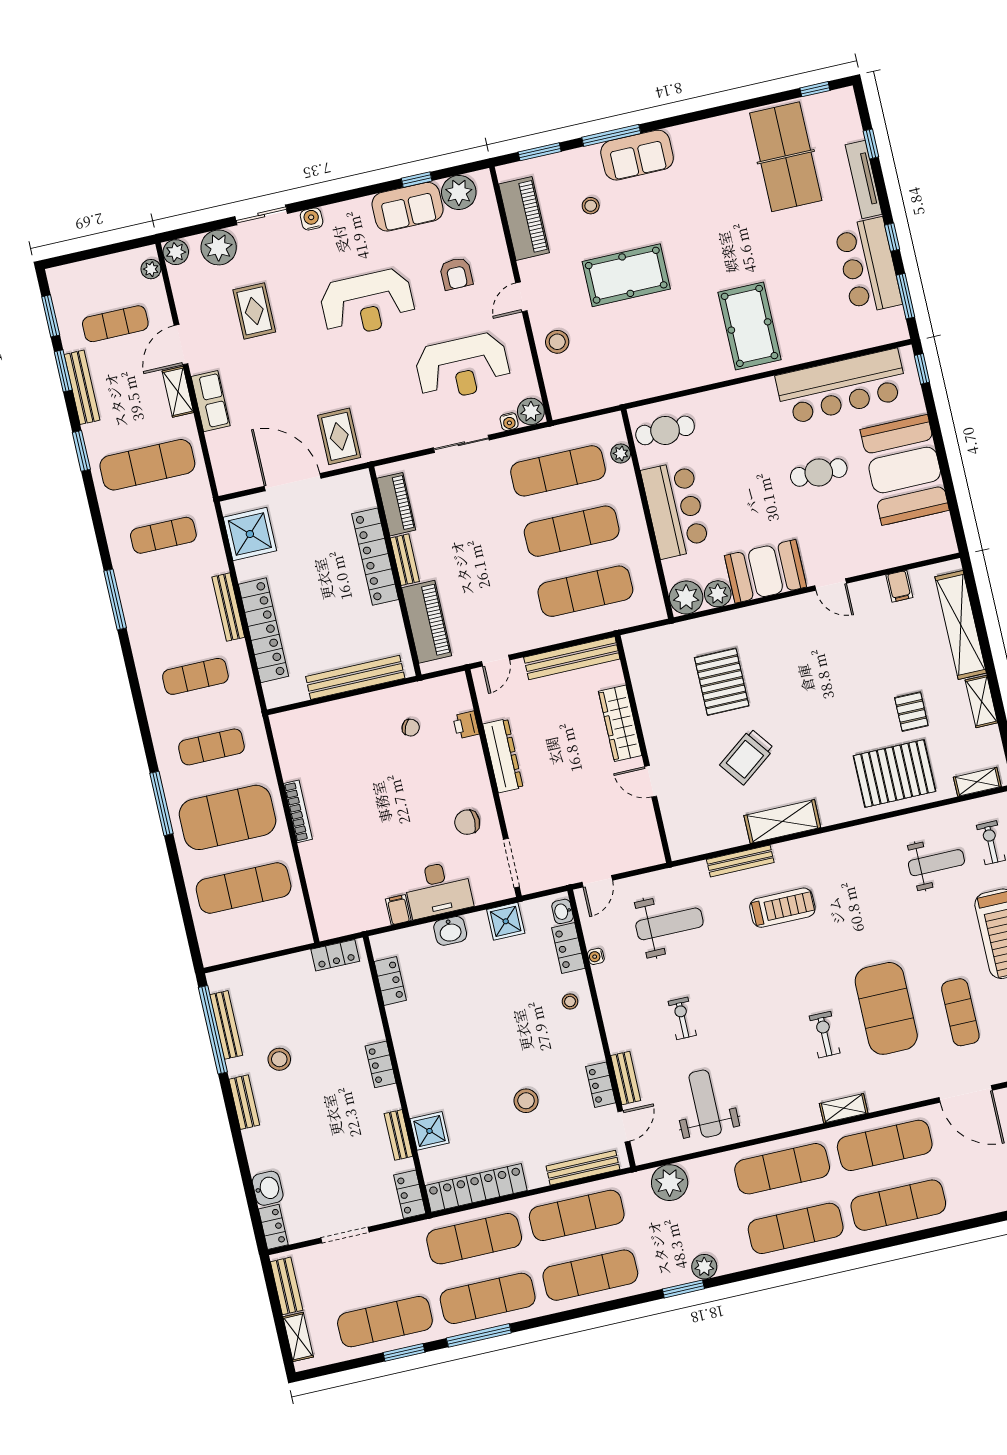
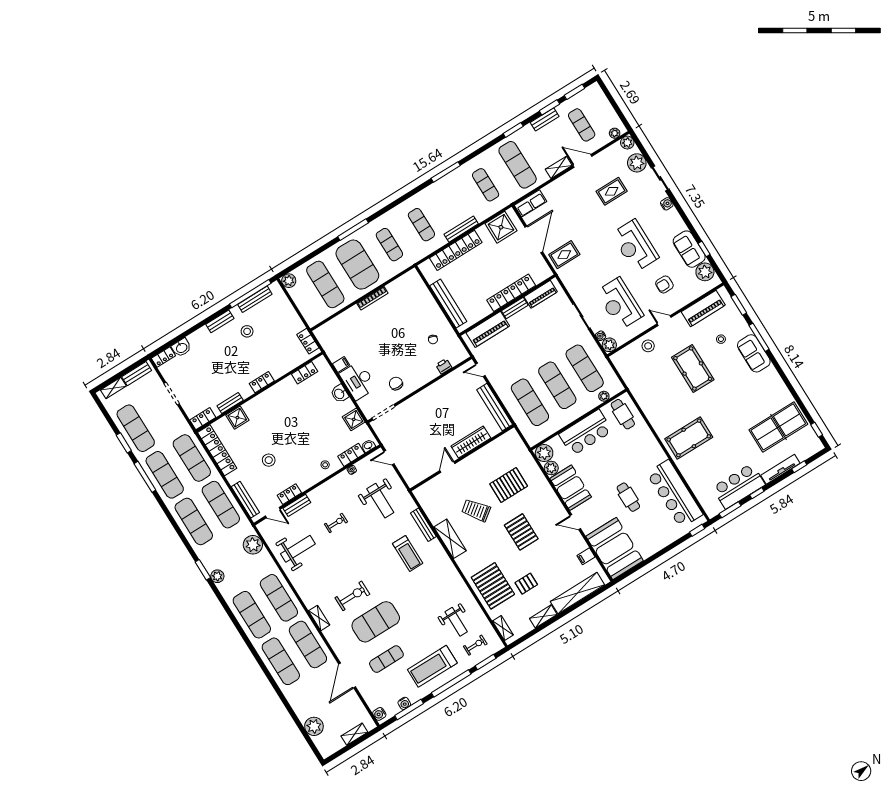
bench: (82, 387) -> (545, 119), width x0.73
row of seats: (211, 401) -> (531, 203), moved
booth: (905, 470) -> (615, 548), moved, turned 90
door: (831, 585) -> (575, 522), hinge flipped
pallet: (815, 688) -> (521, 532), added
dresser: (503, 756) -> (435, 390), removed
plant: (214, 952) -> (289, 281), added
exercise bike: (825, 1035) -> (352, 596), width x1.38, depth x1.39

